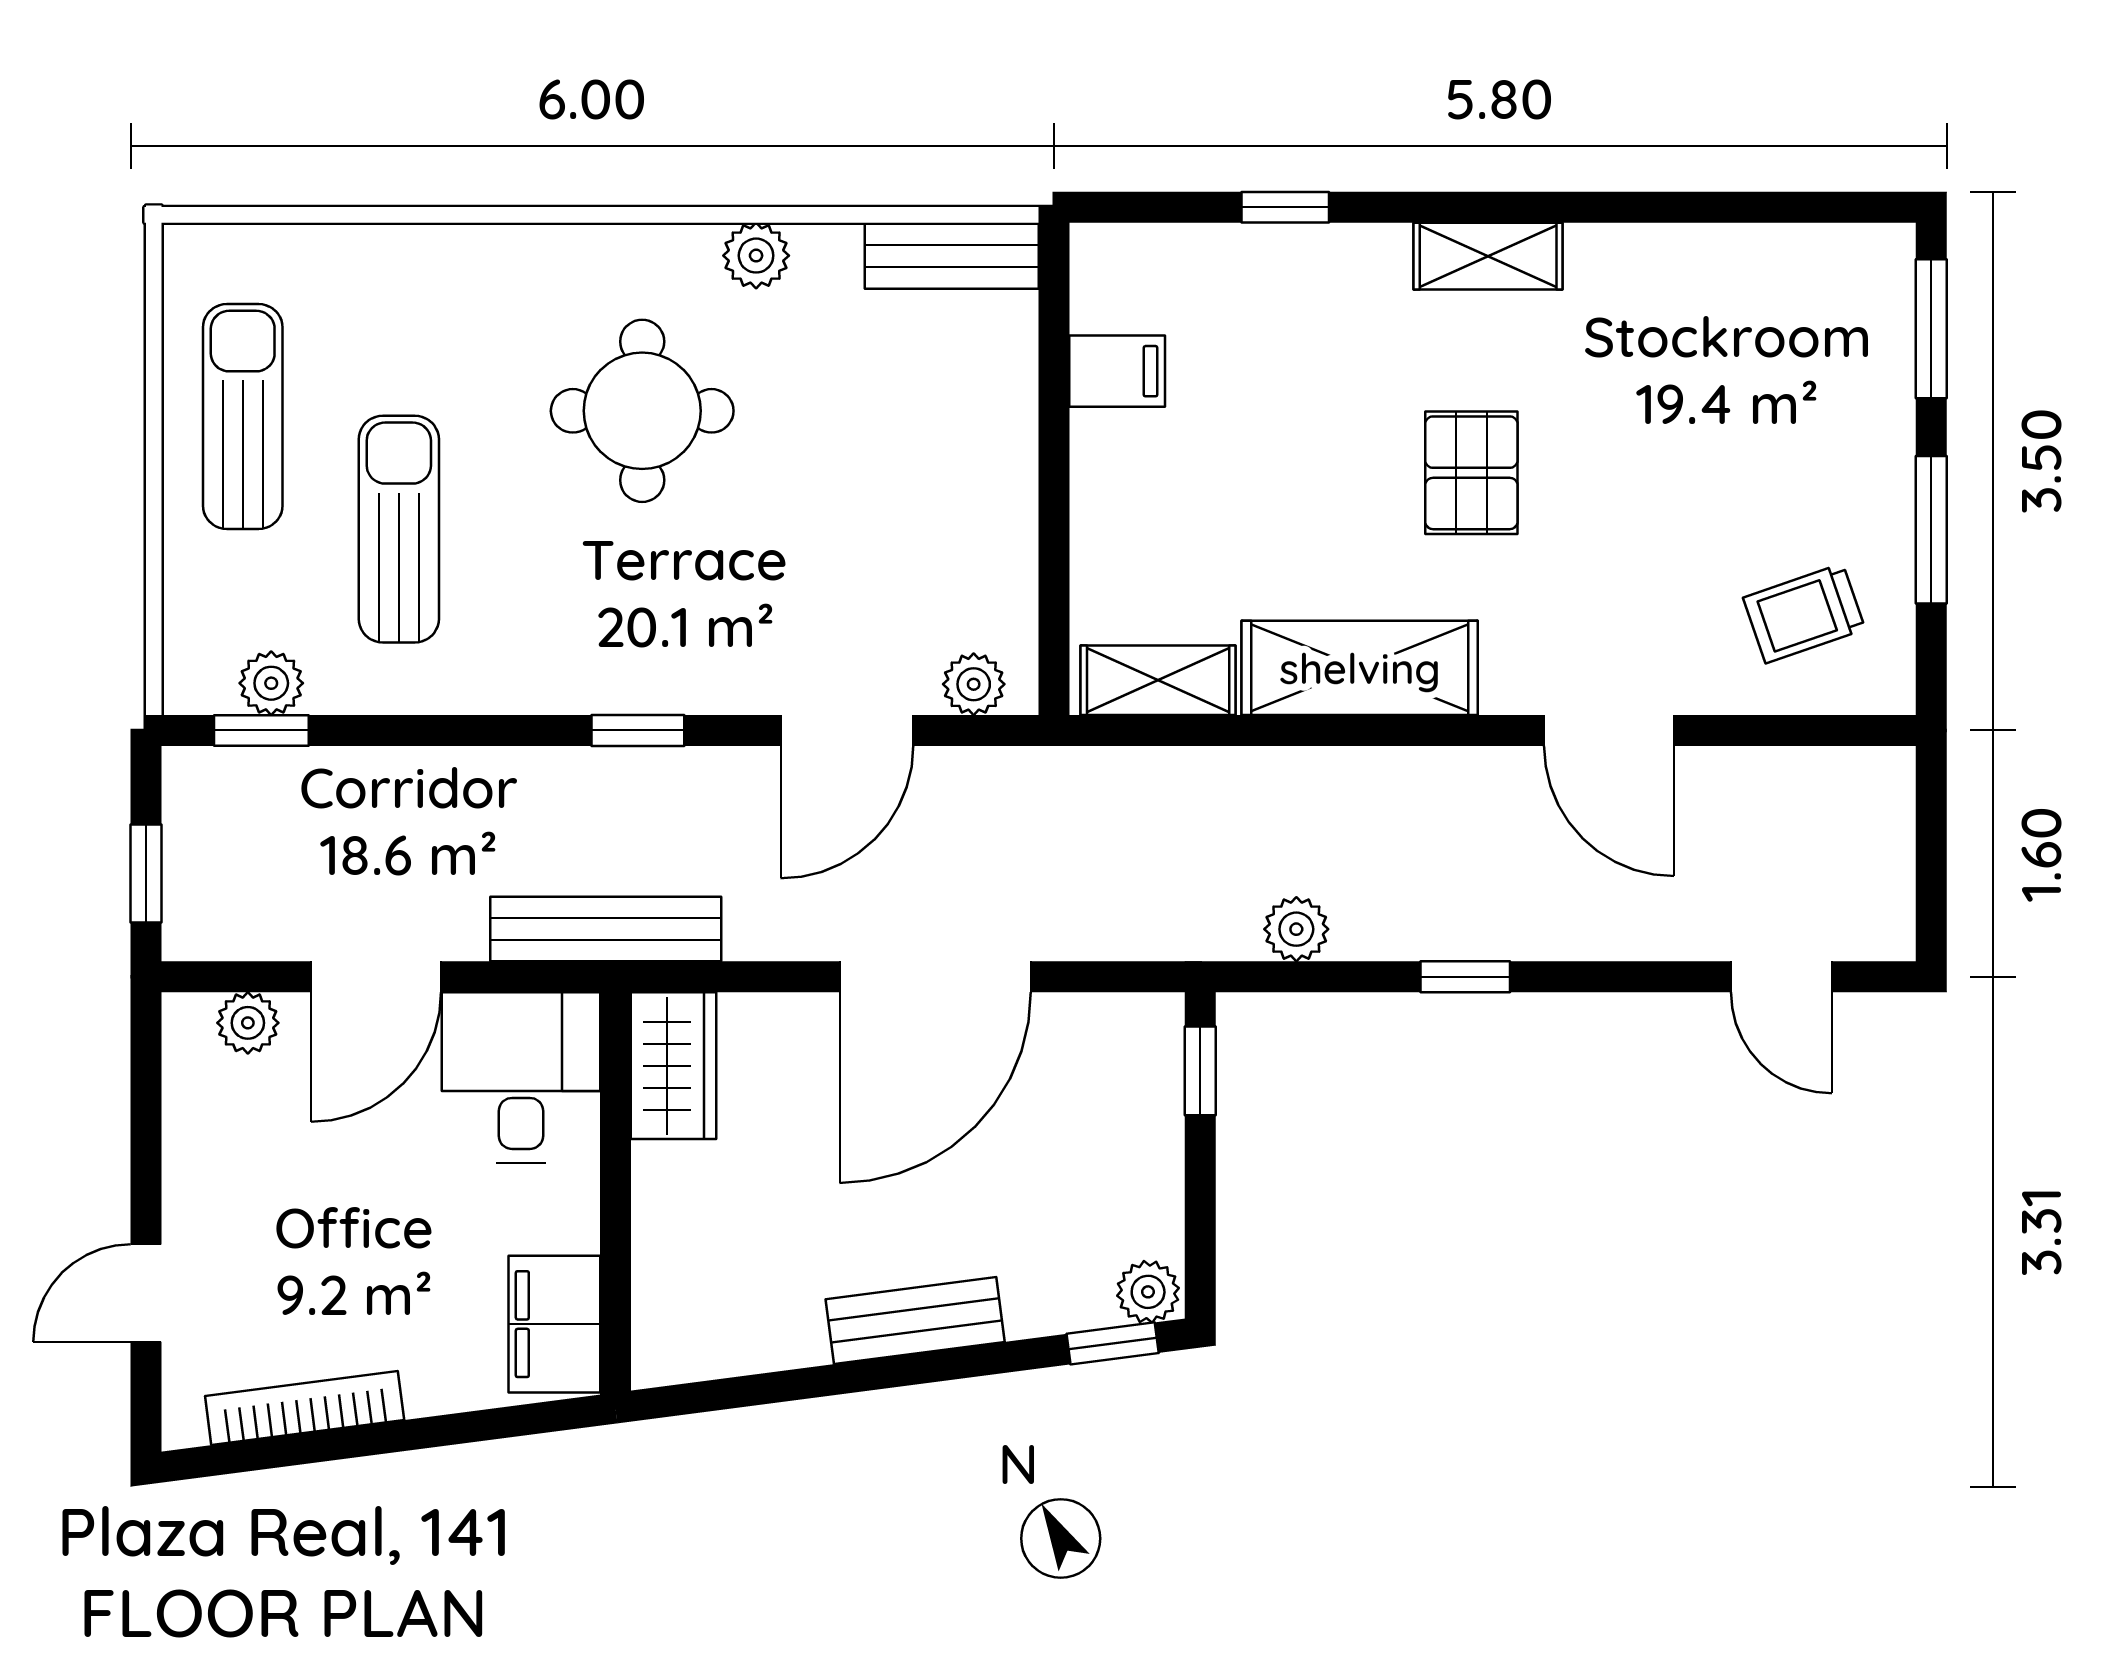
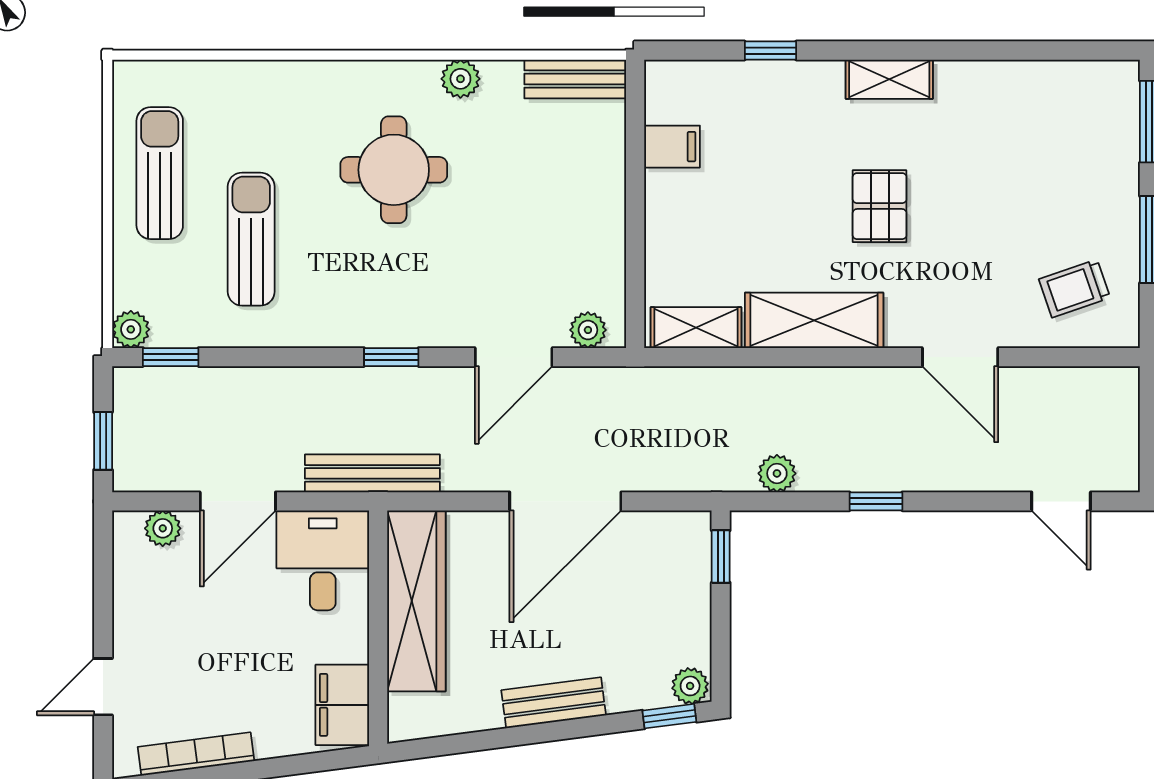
plant: (271, 683) -> (131, 329), moved
wardrobe: (674, 1066) -> (416, 601), width x2.10, depth x1.17

